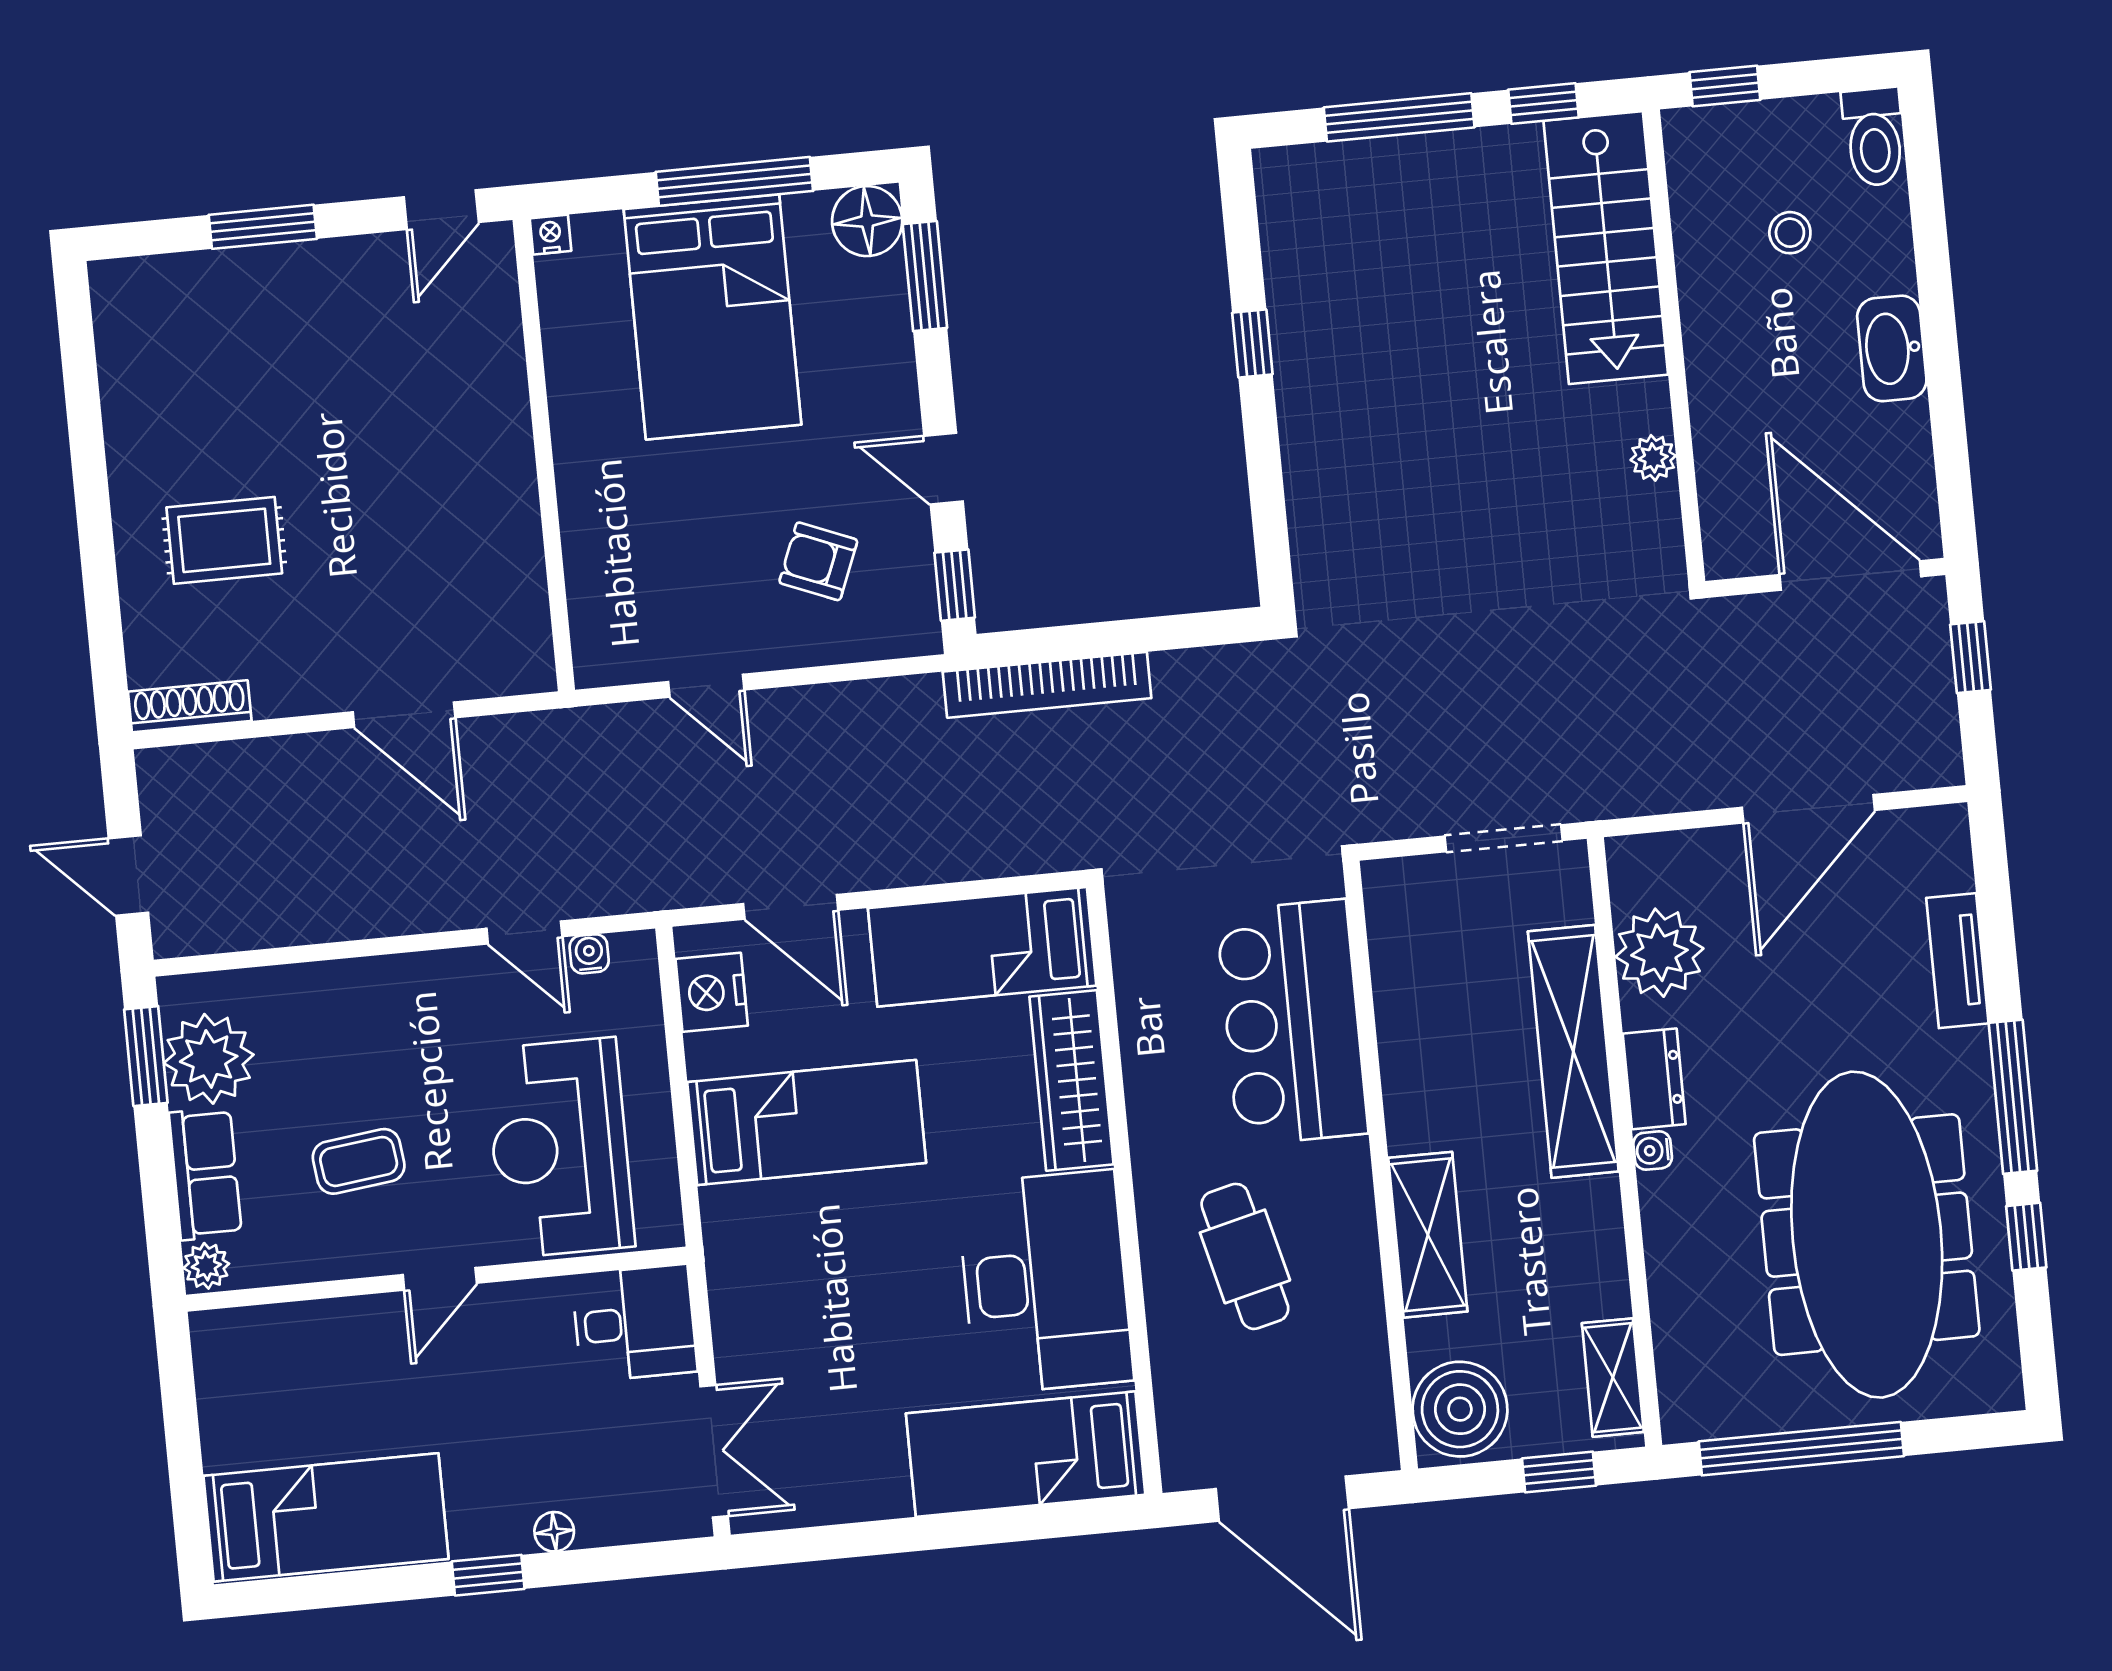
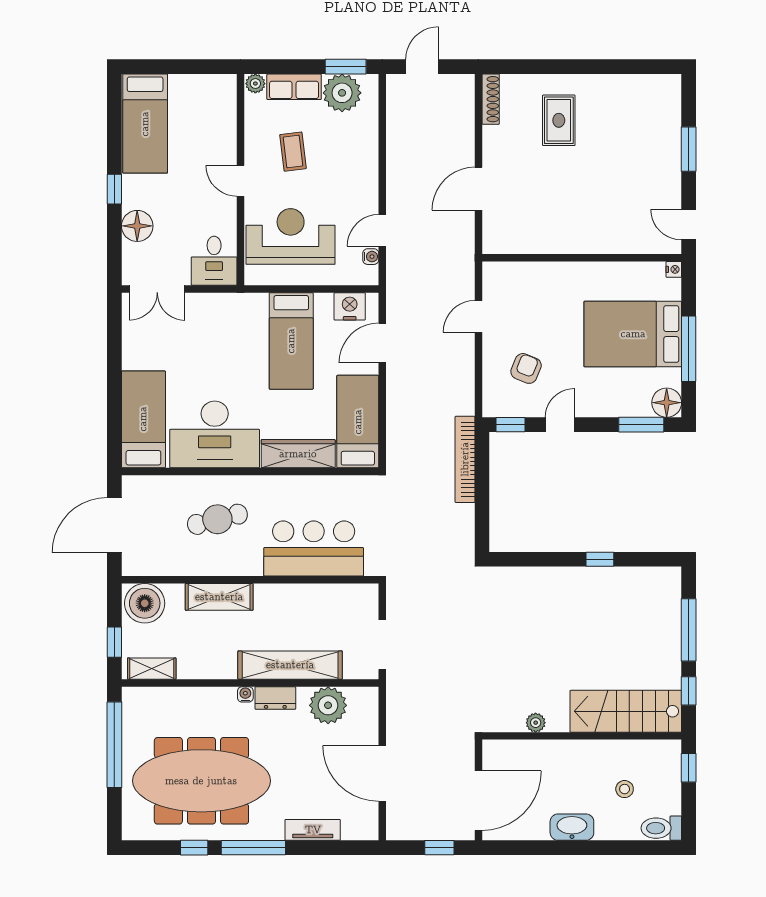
floor lamp: (554, 1532) -> (137, 226), width x1.89, depth x1.89

